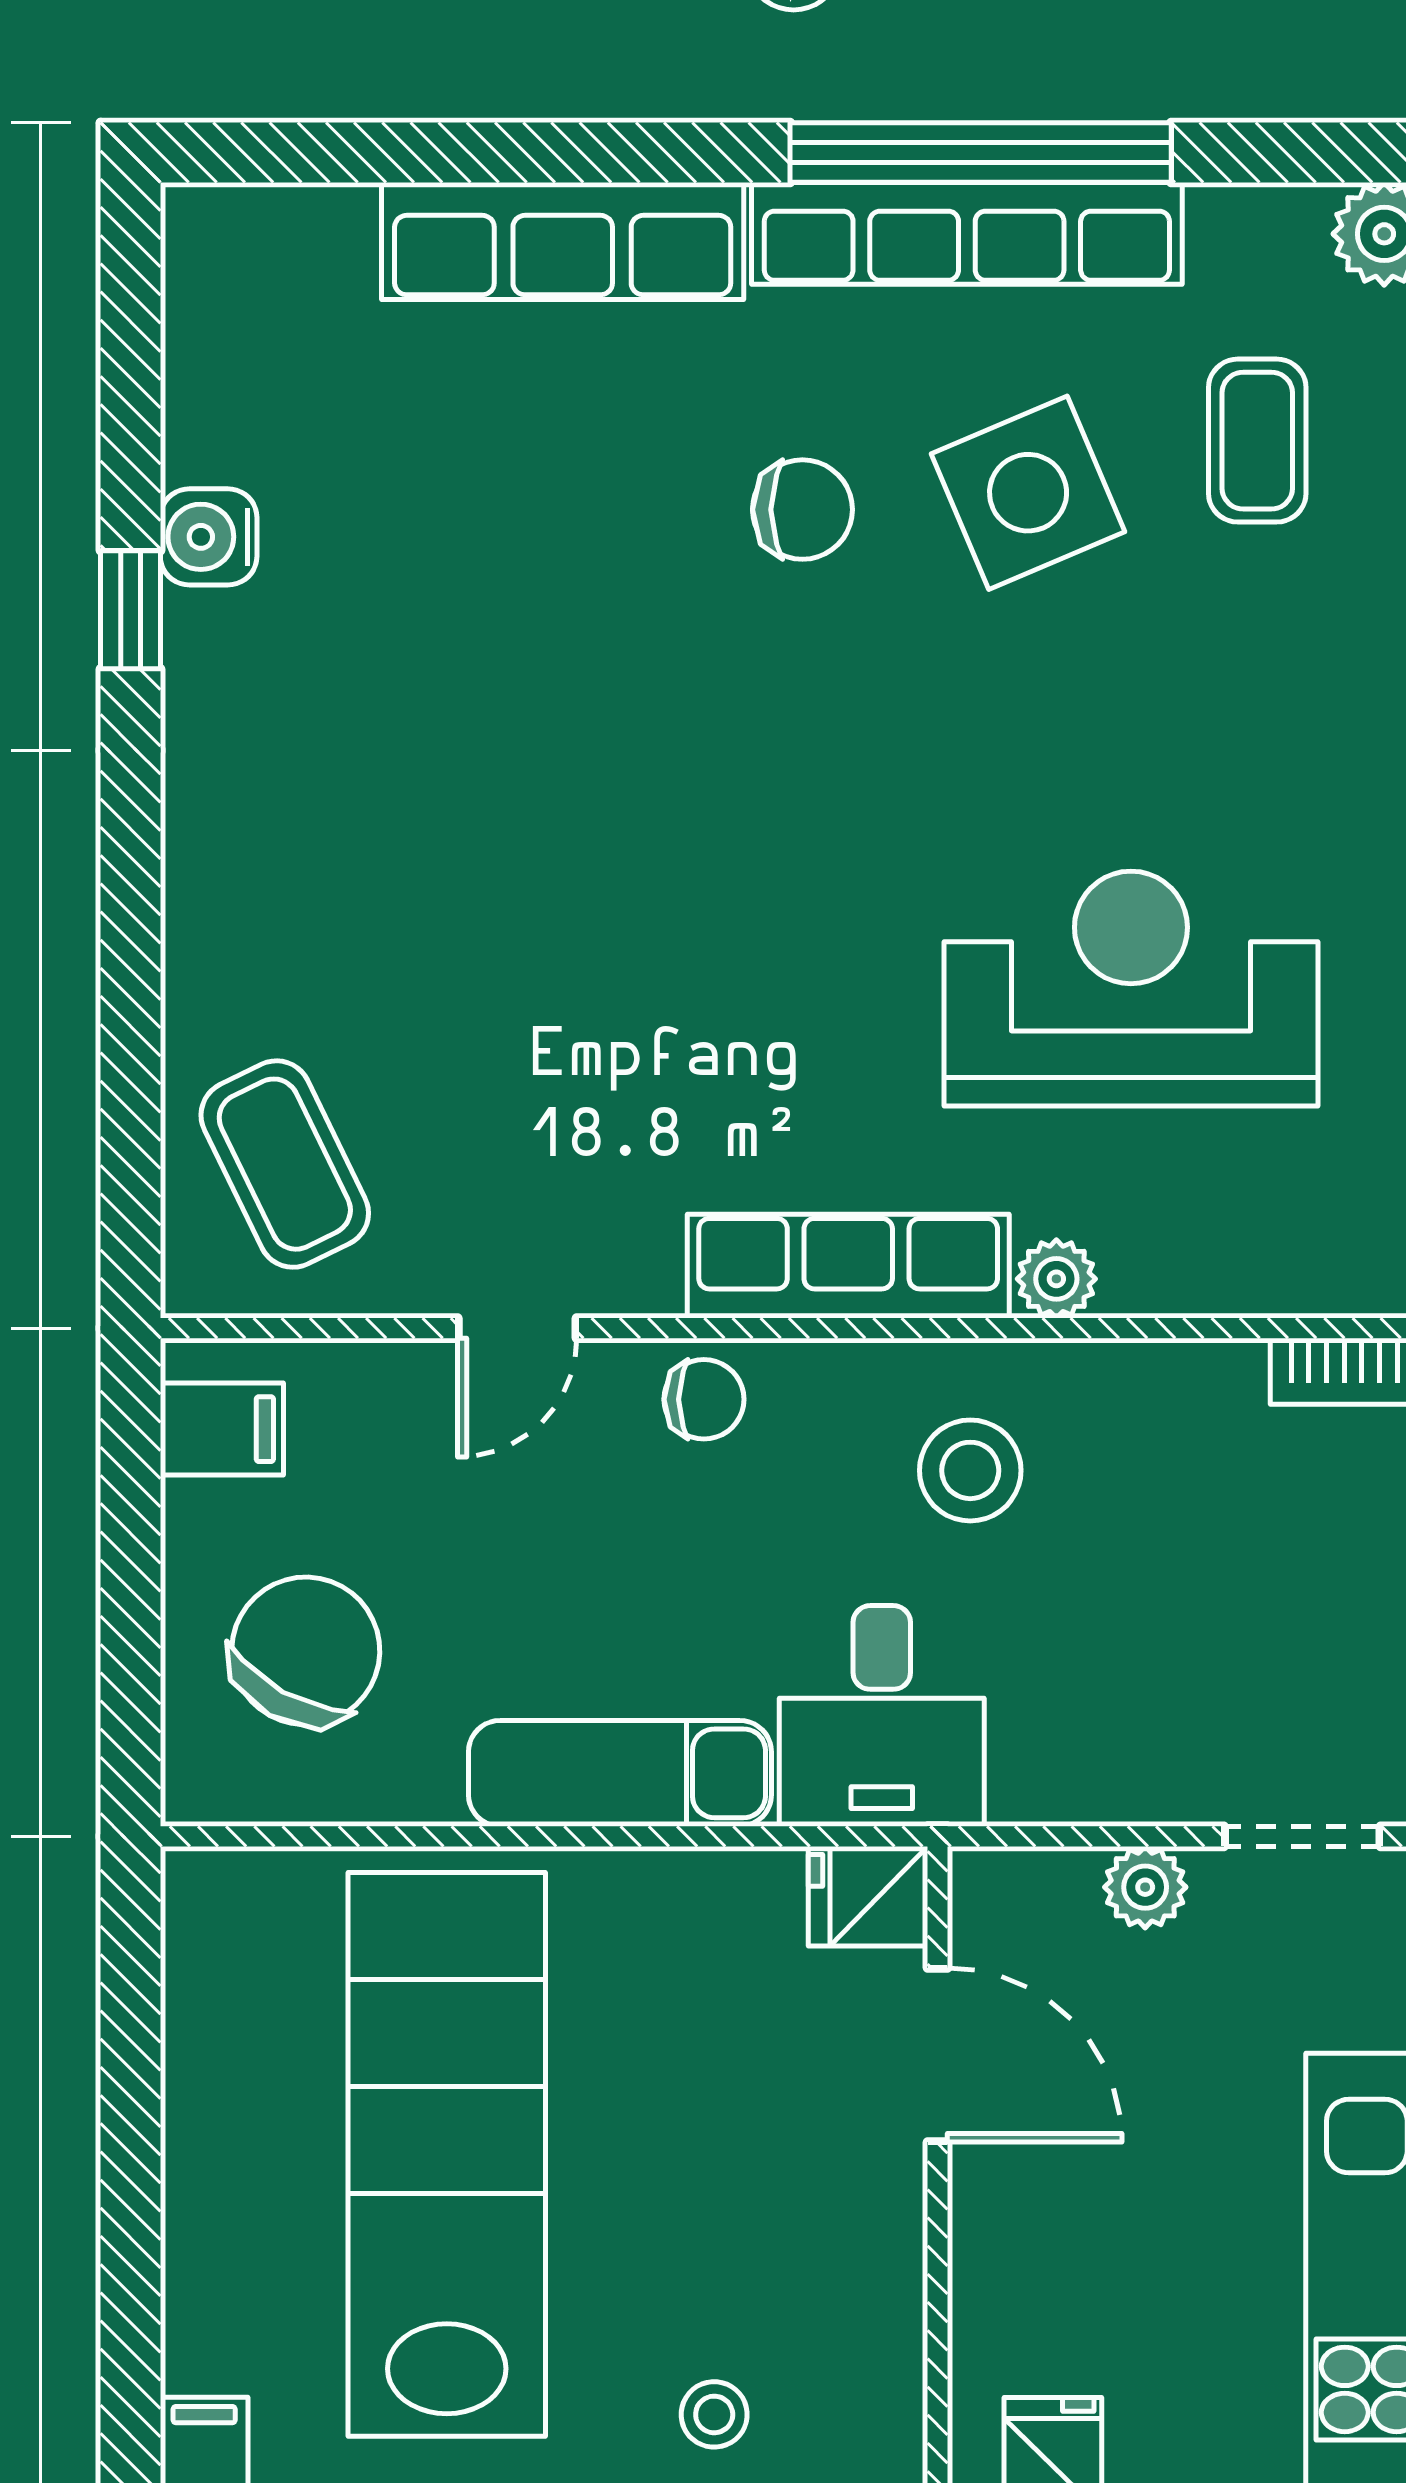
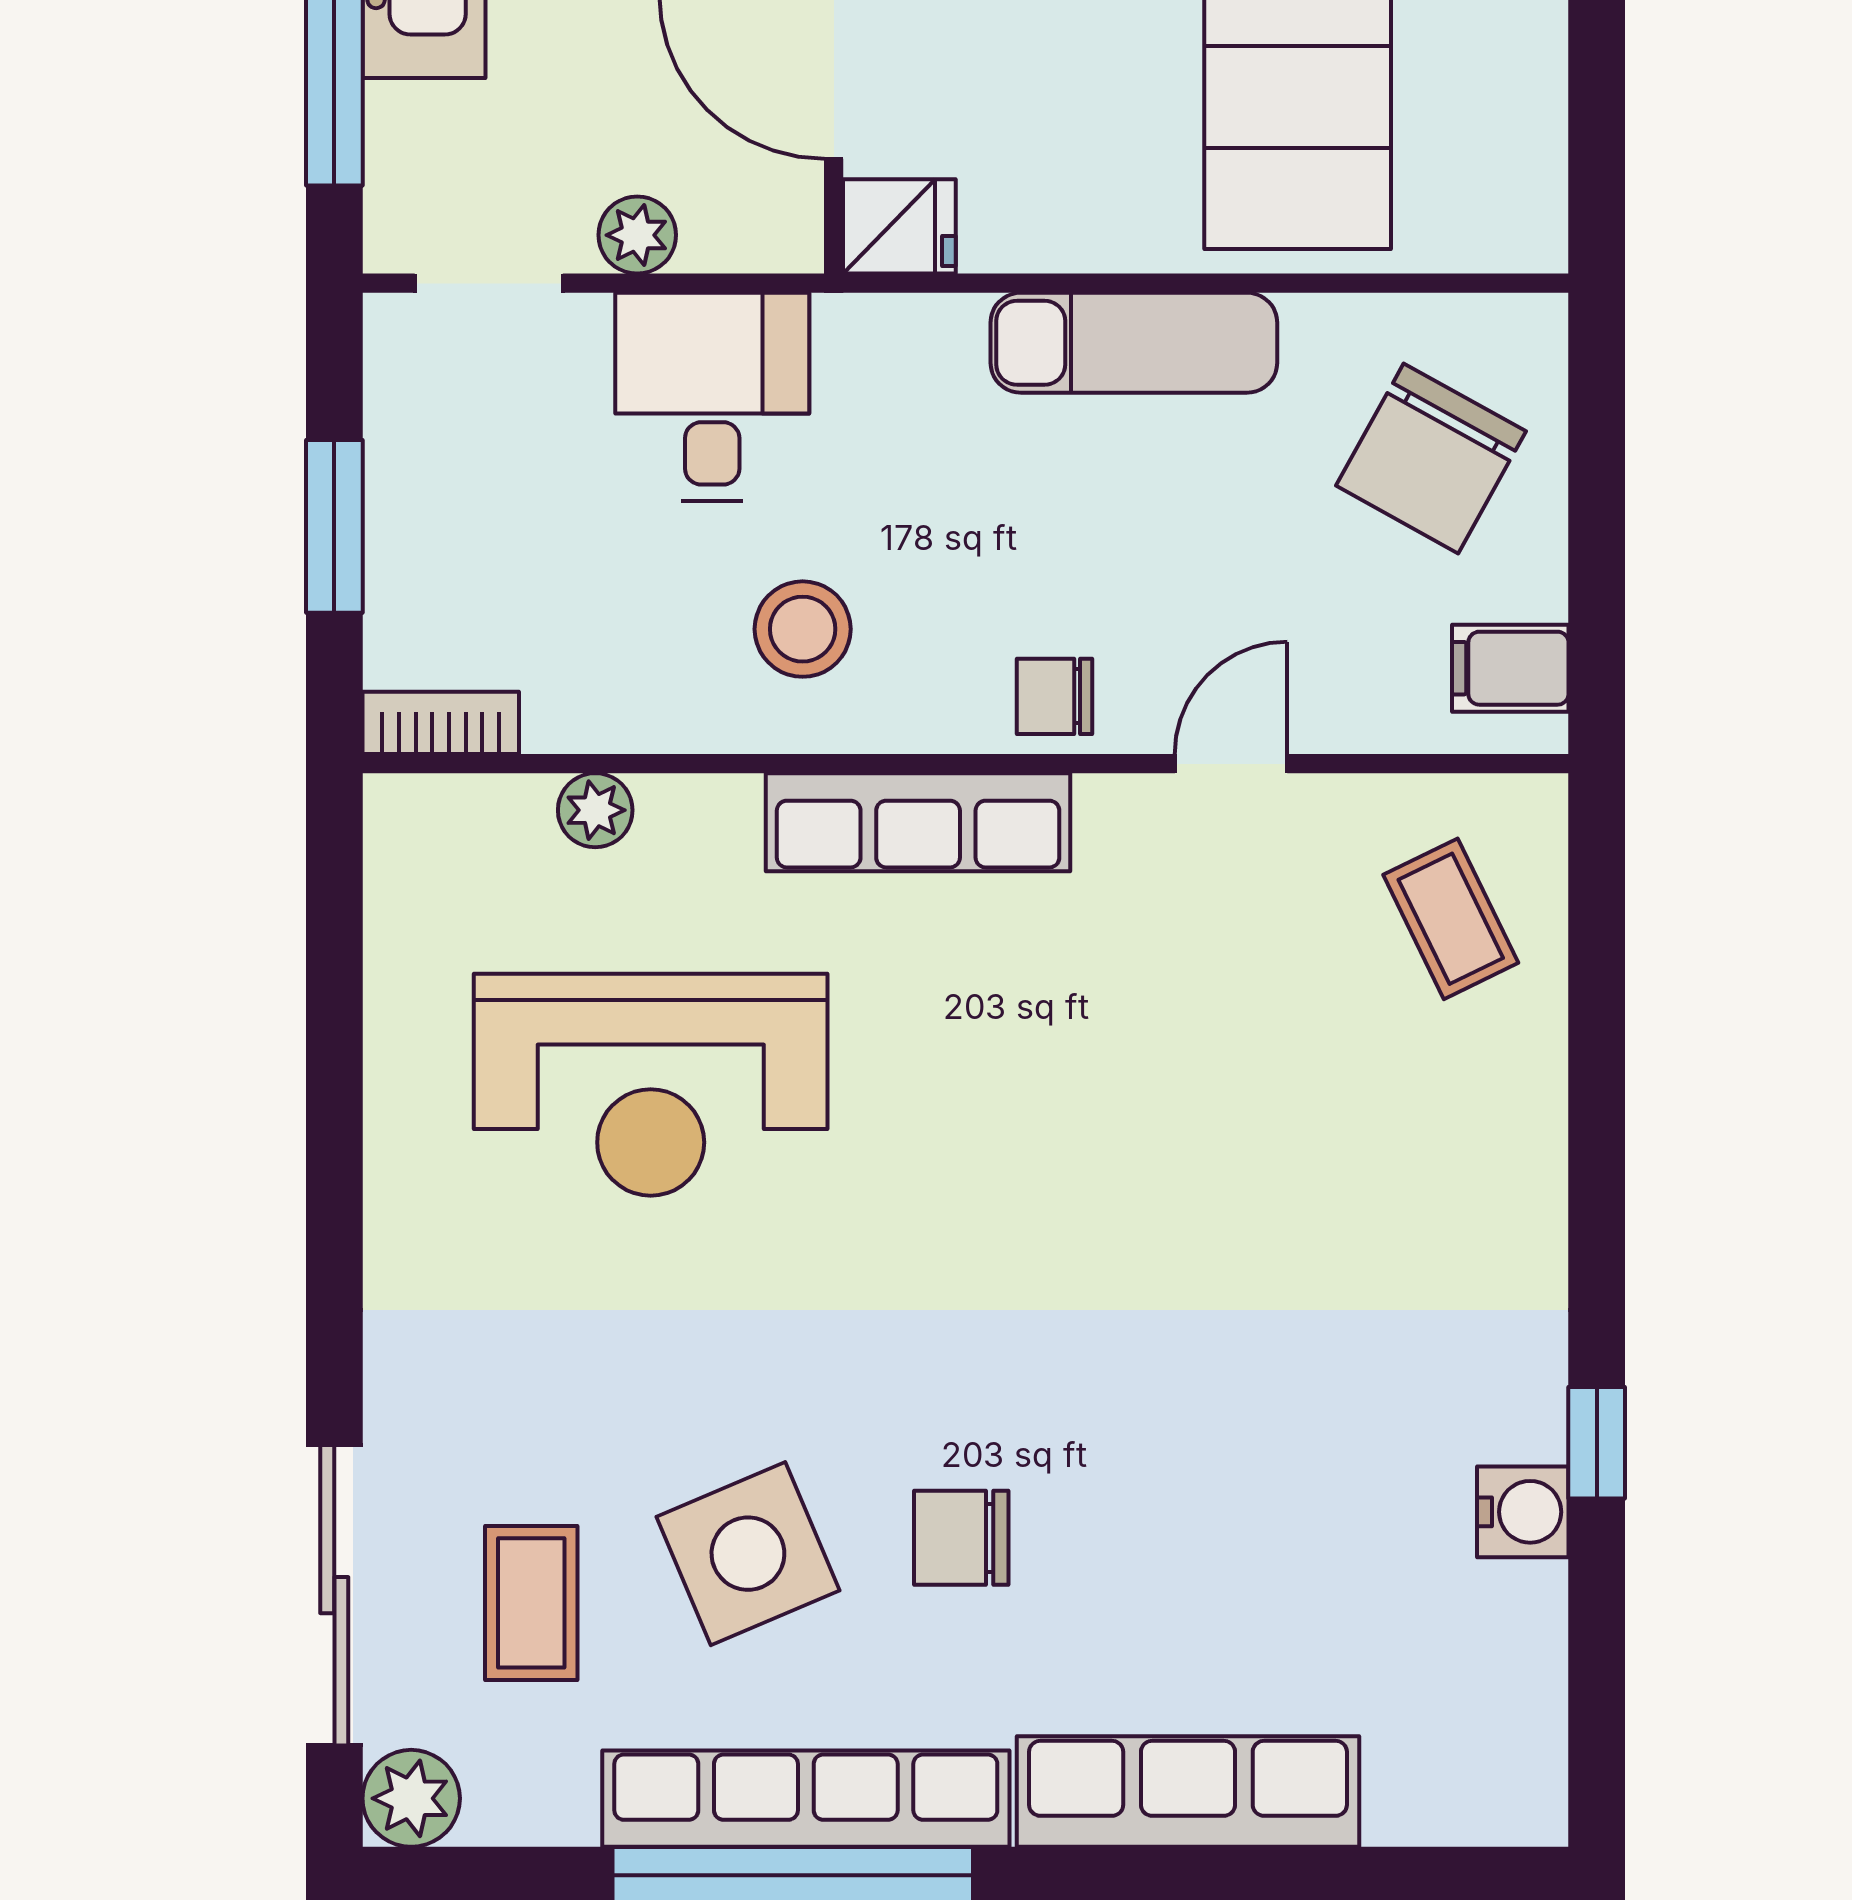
coffee table: (285, 1164) -> (1451, 919), width x0.73, depth x0.77
plant: (1056, 1279) -> (595, 810), moved
desk: (882, 1716) -> (712, 397), moved

